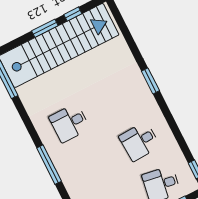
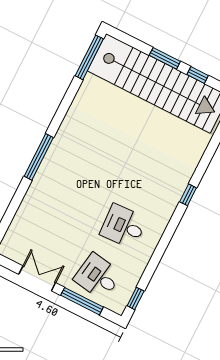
window: (150, 81) -> (188, 195), width x0.67
desk: (69, 123) -> (92, 147), removed

